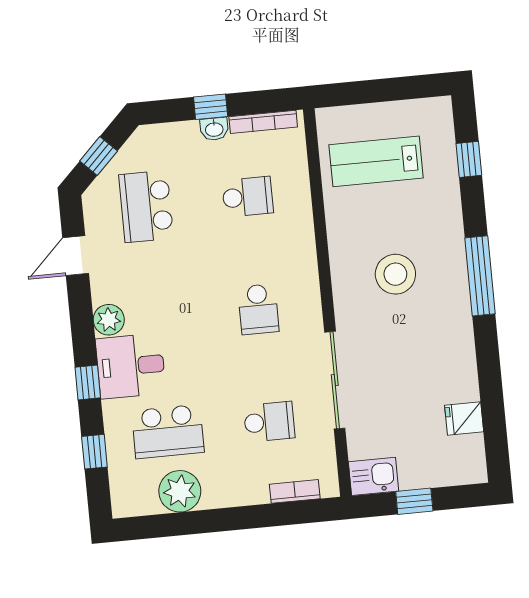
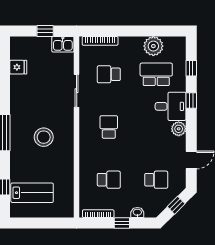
washbasin: (214, 129) -> (137, 213), moved
lab bench: (376, 161) -> (32, 193), moved
school desk: (248, 197) -> (109, 180), turned 180
school desk: (146, 206) -> (156, 180), width x0.54
sliding door: (335, 380) -> (77, 91), width x0.73
bookcase: (295, 491) -> (100, 41), width x1.56

